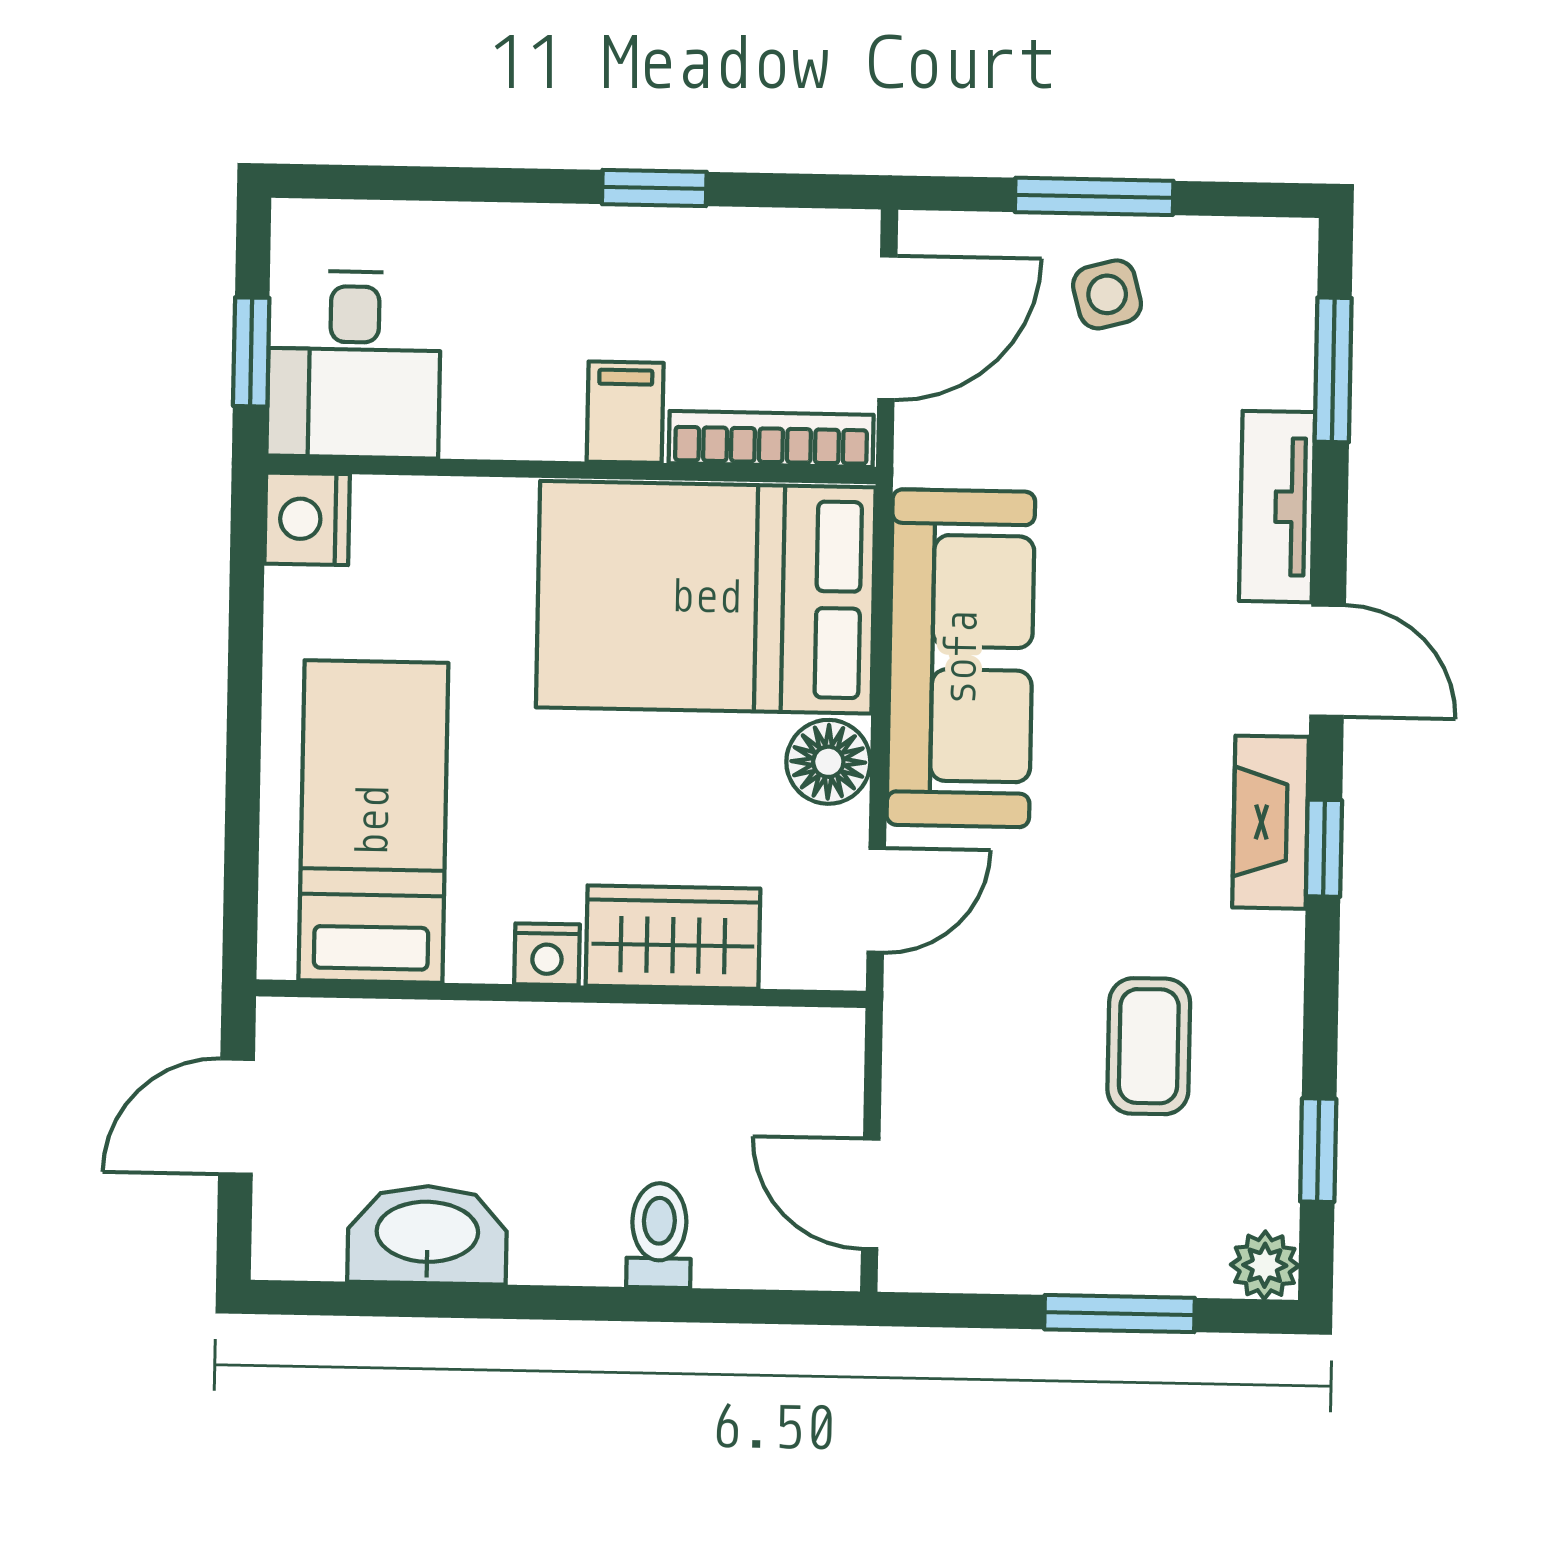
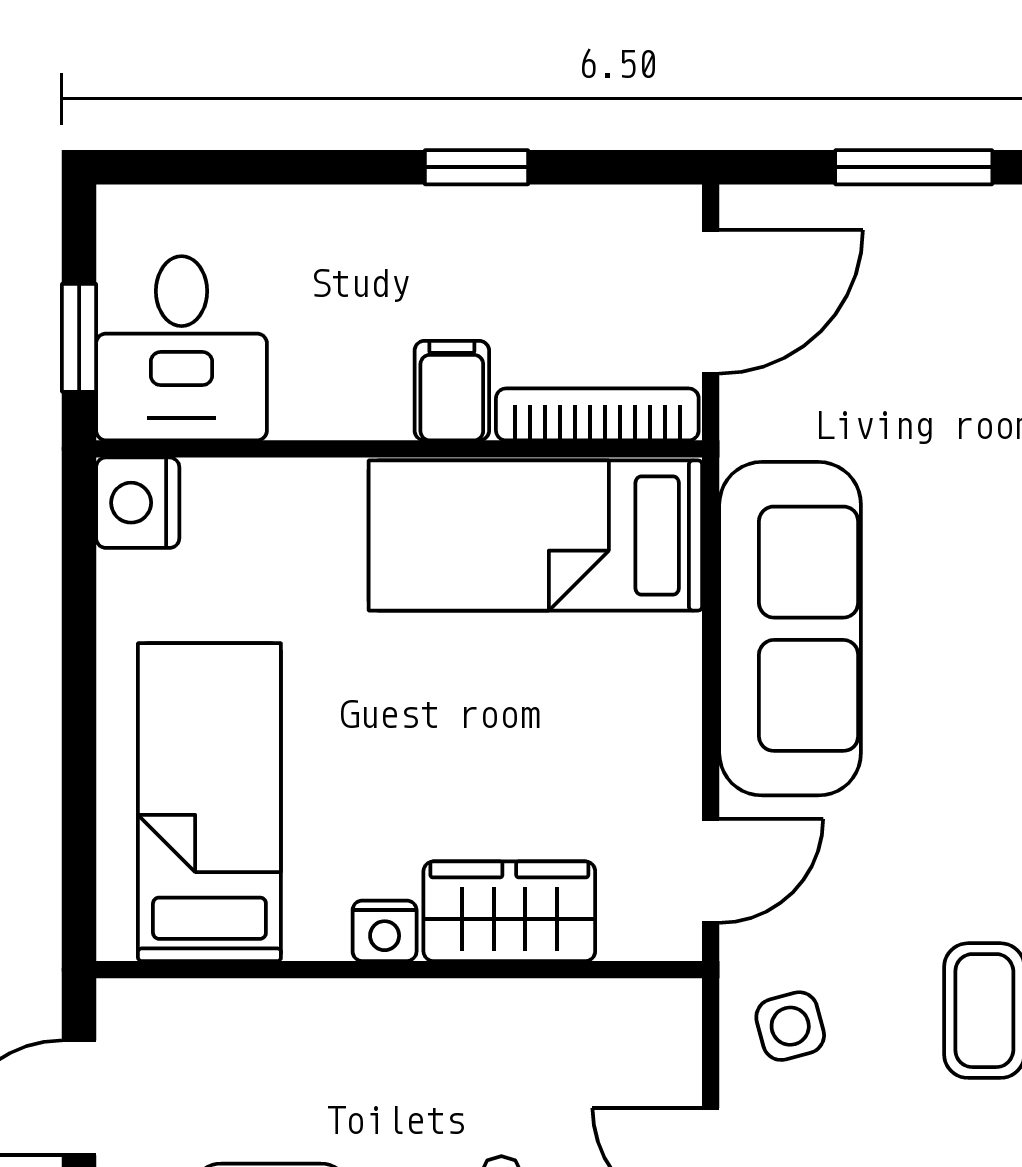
side table: (1107, 294) -> (790, 1026), moved
bed: (706, 597) -> (535, 536), width x0.67
floor lamp: (828, 762) -> (660, 734), removed

